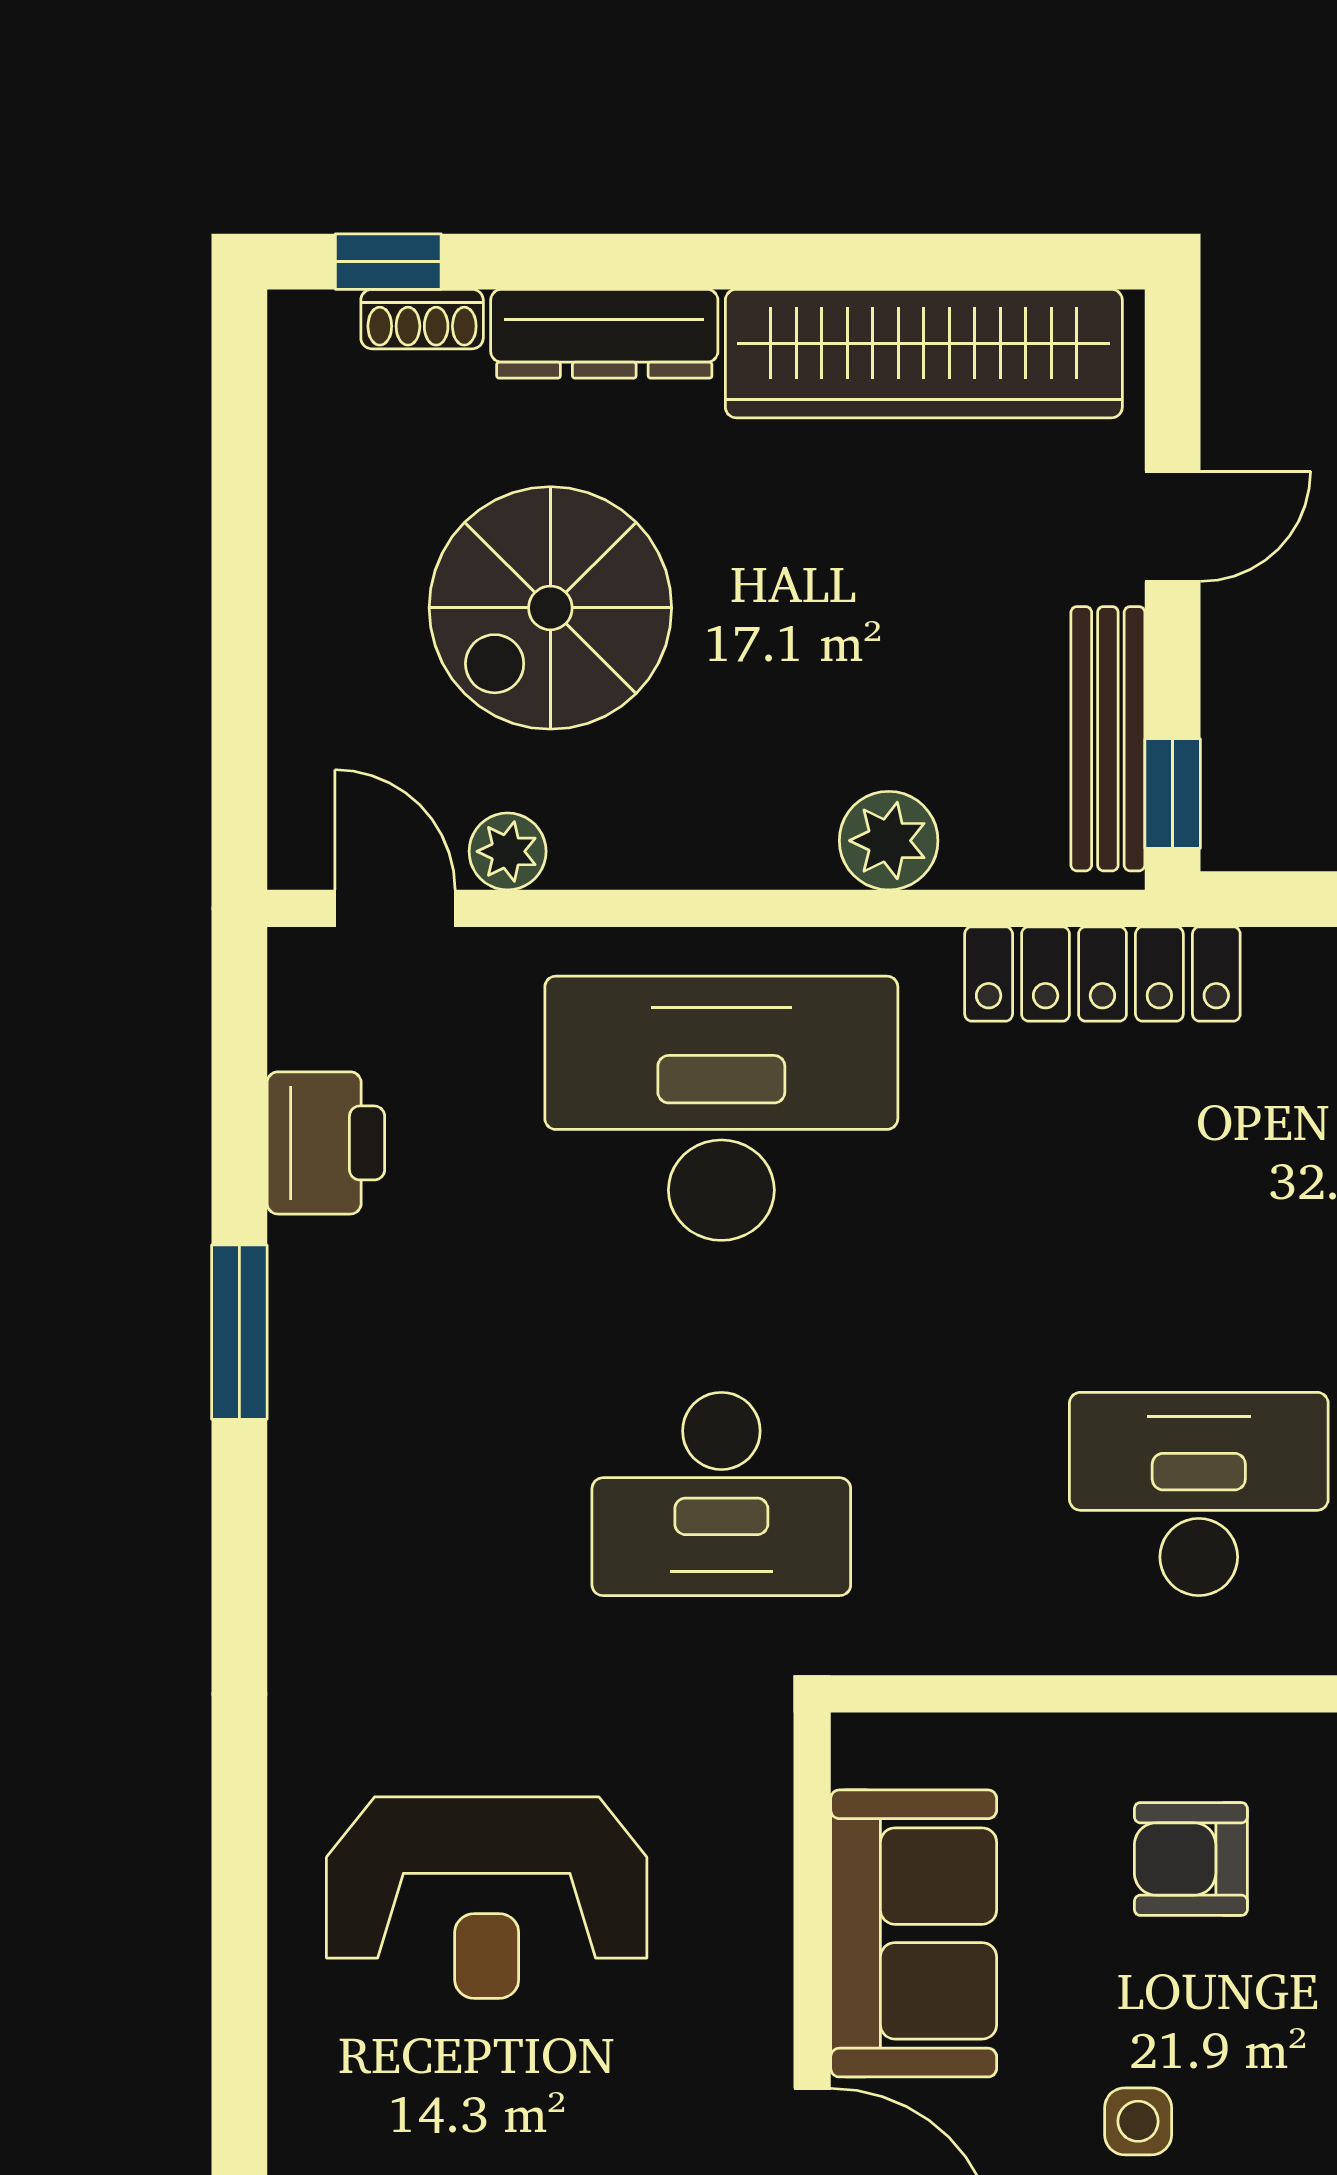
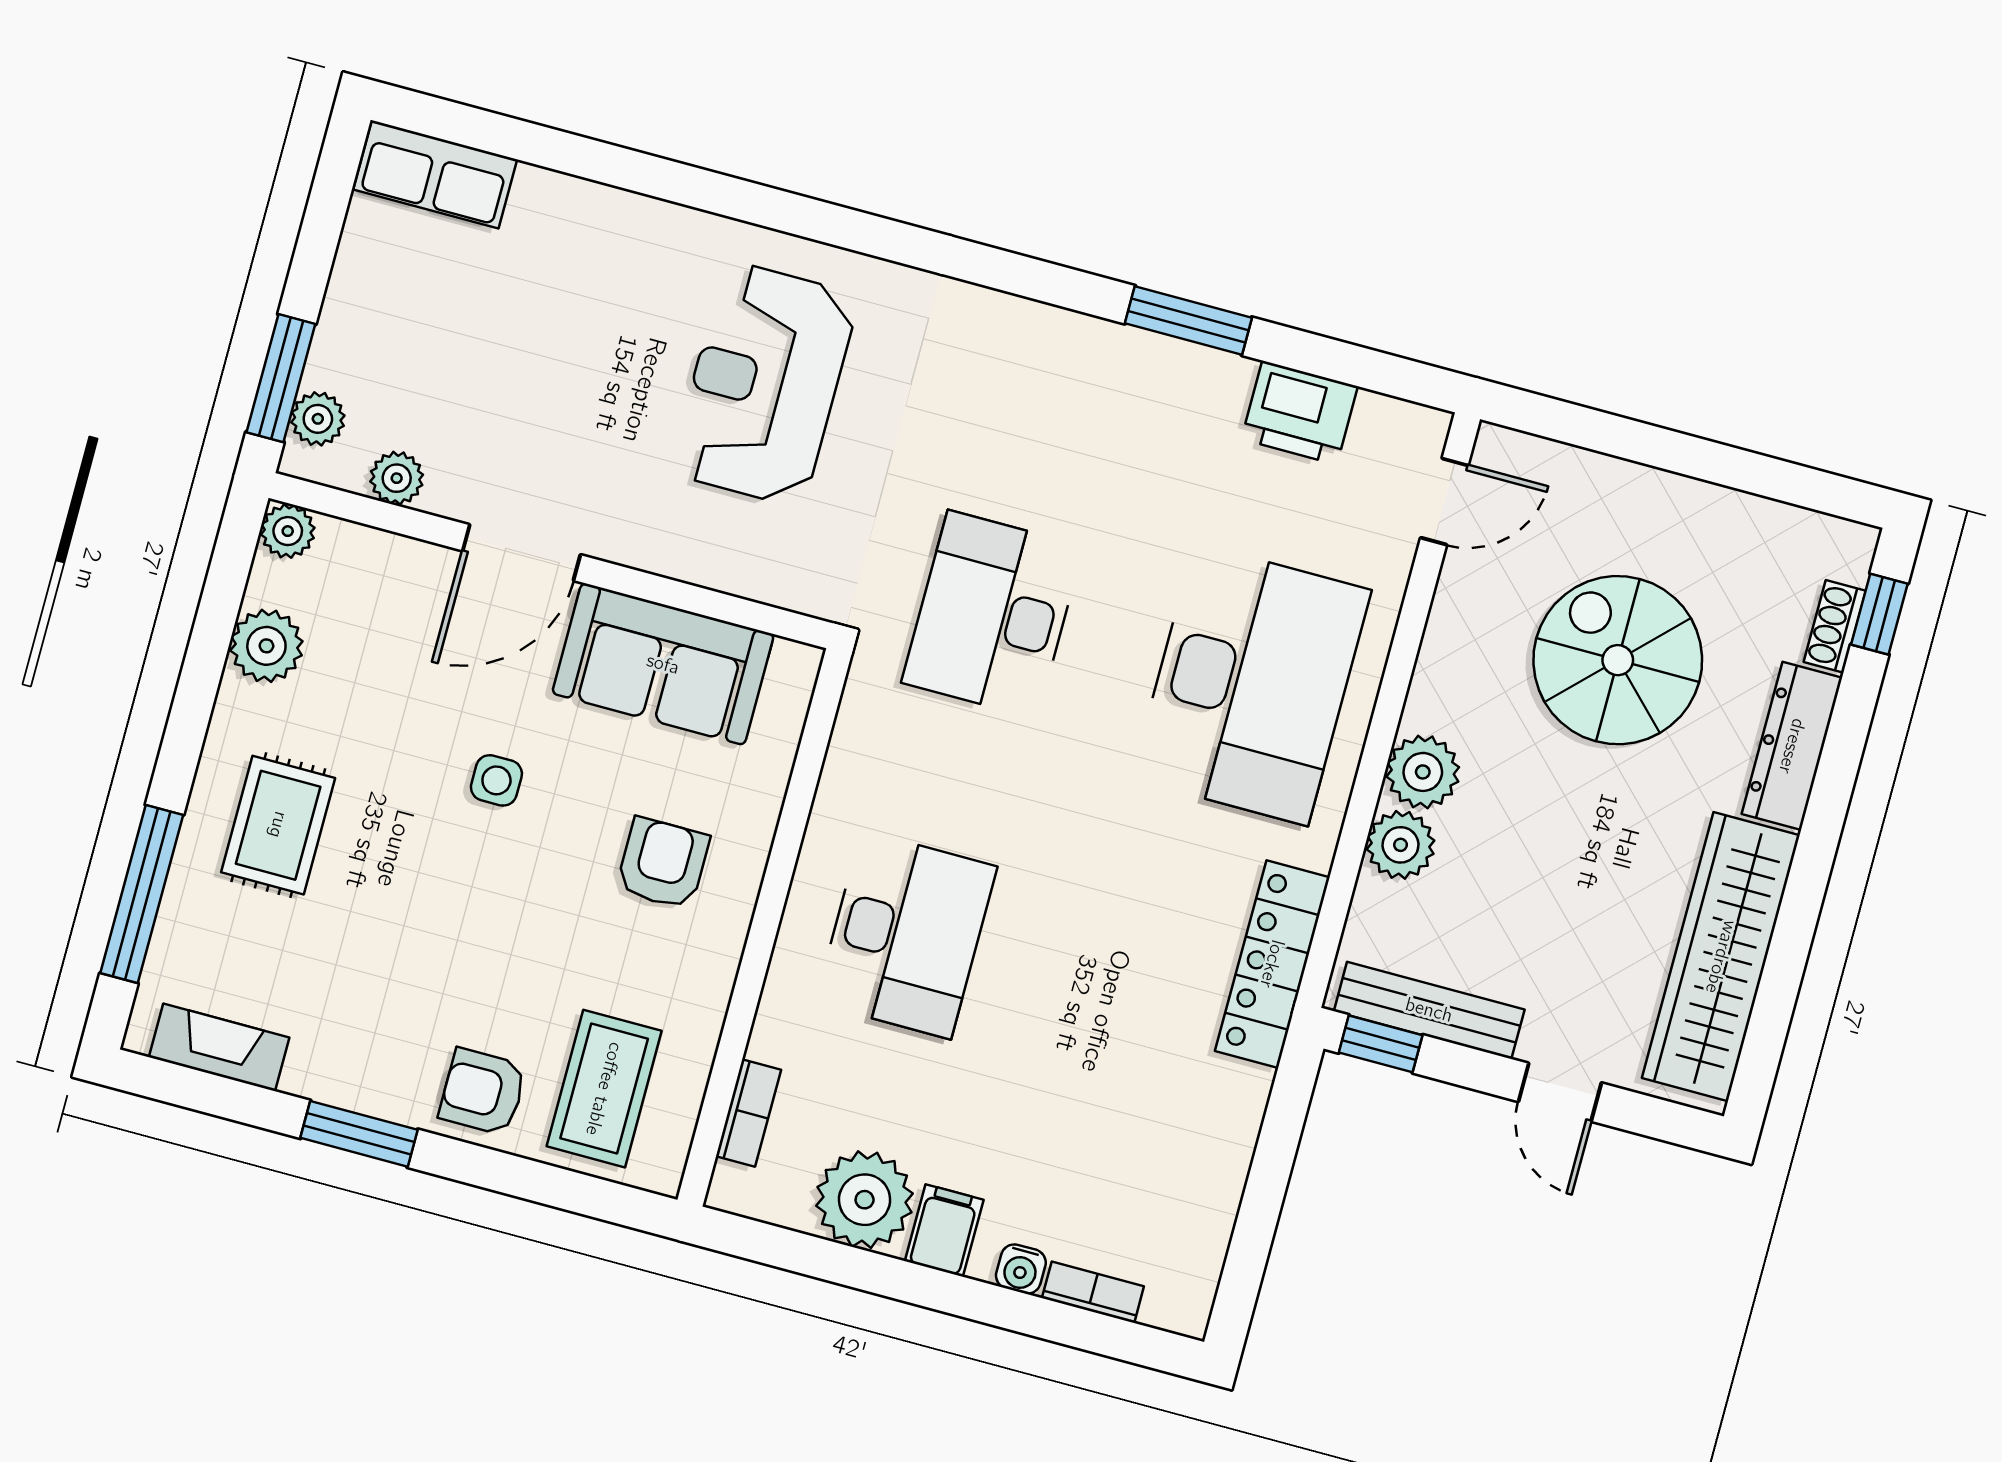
plant: (508, 851) -> (1423, 772), moved, width x1.38, depth x1.38

